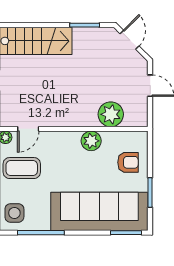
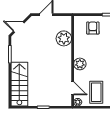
plant: (91, 141) -> (80, 64), moved

